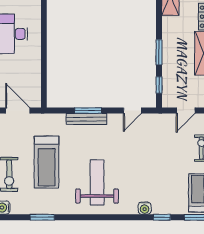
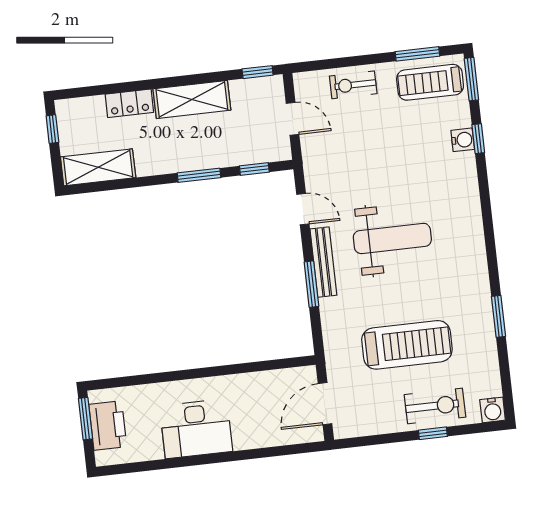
bench: (87, 119) -> (323, 262), moved
weight bench: (97, 182) -> (392, 238), moved, turned 180
water cooler: (145, 208) -> (463, 140), moved
window: (42, 217) -> (498, 316), moved

